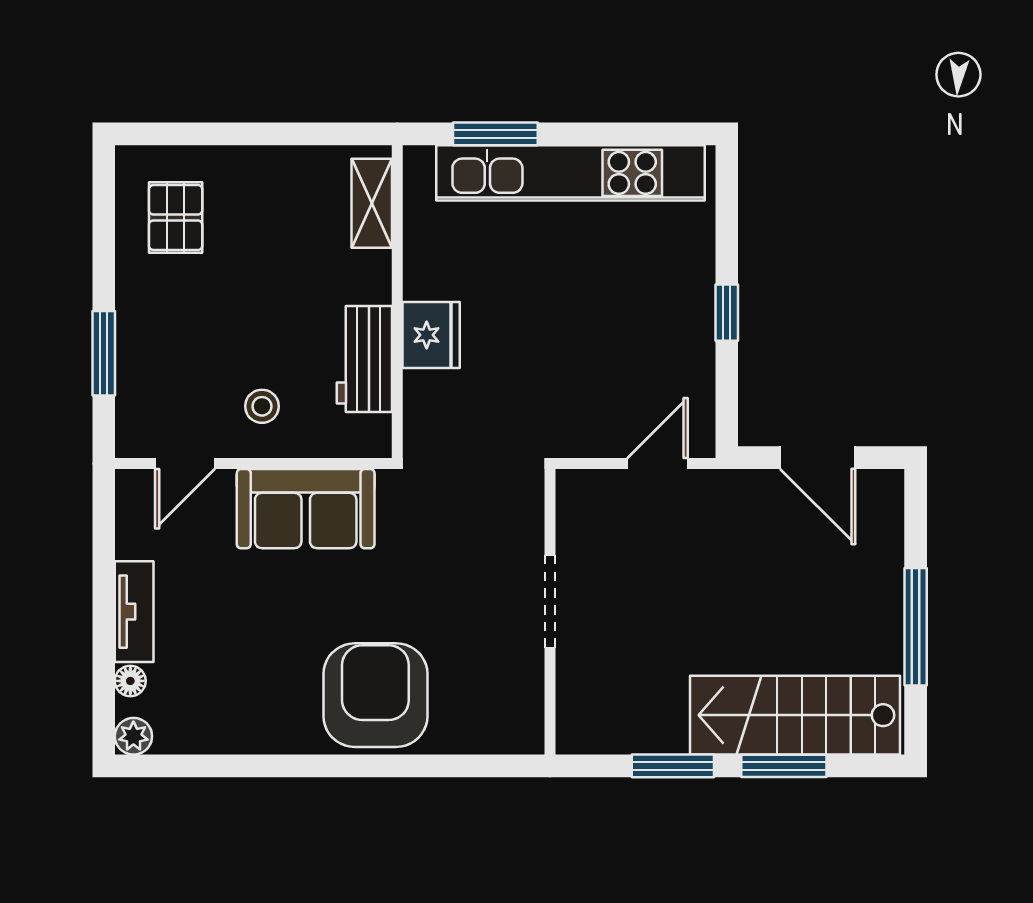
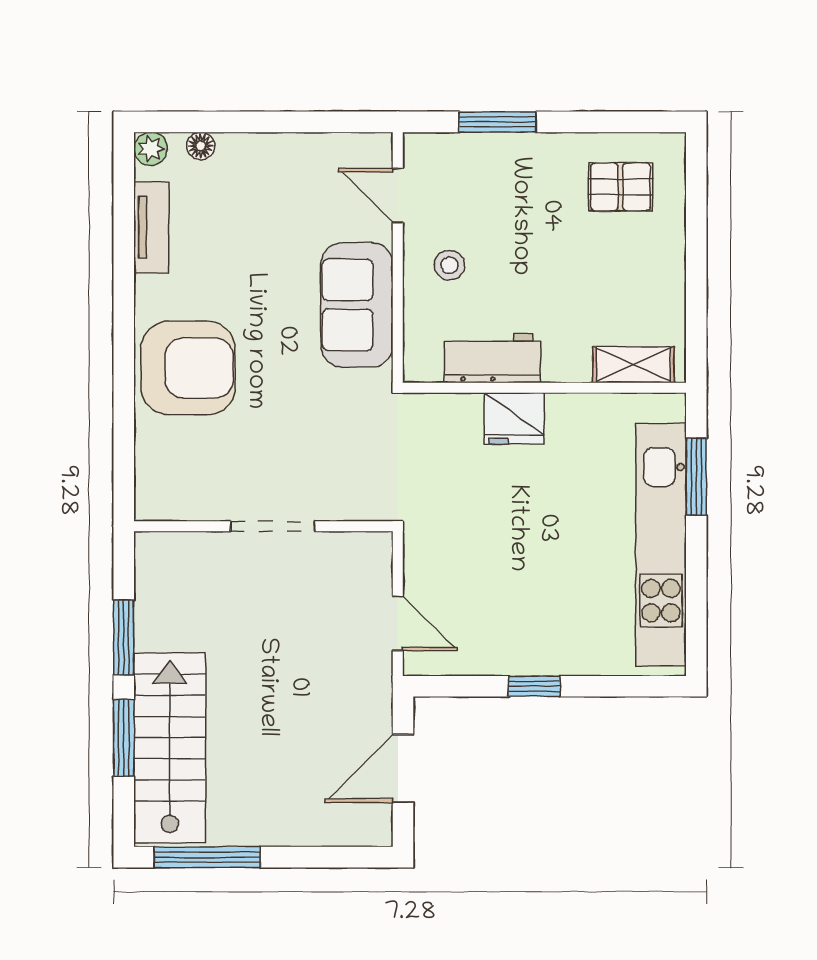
tv unit: (134, 612) -> (151, 227), moved, turned -90
window: (916, 627) -> (207, 857), moved

